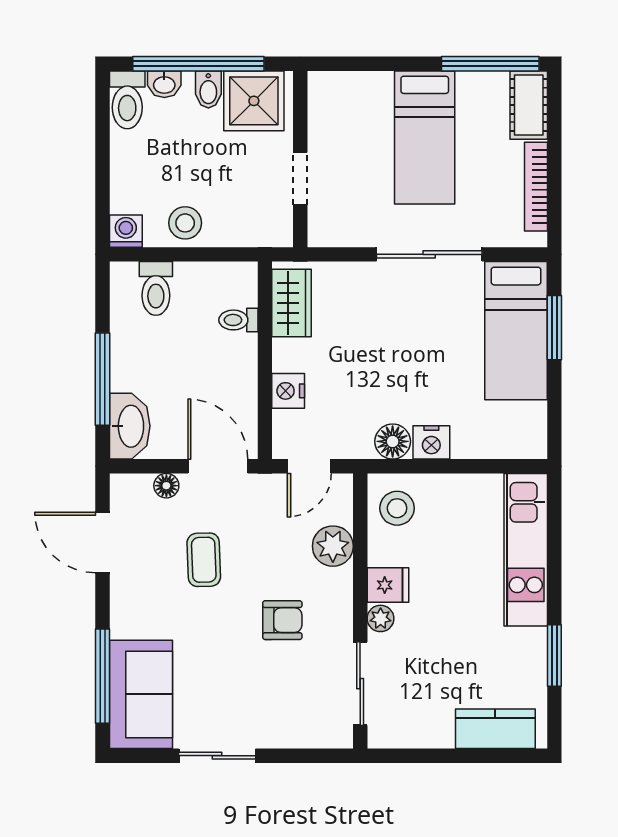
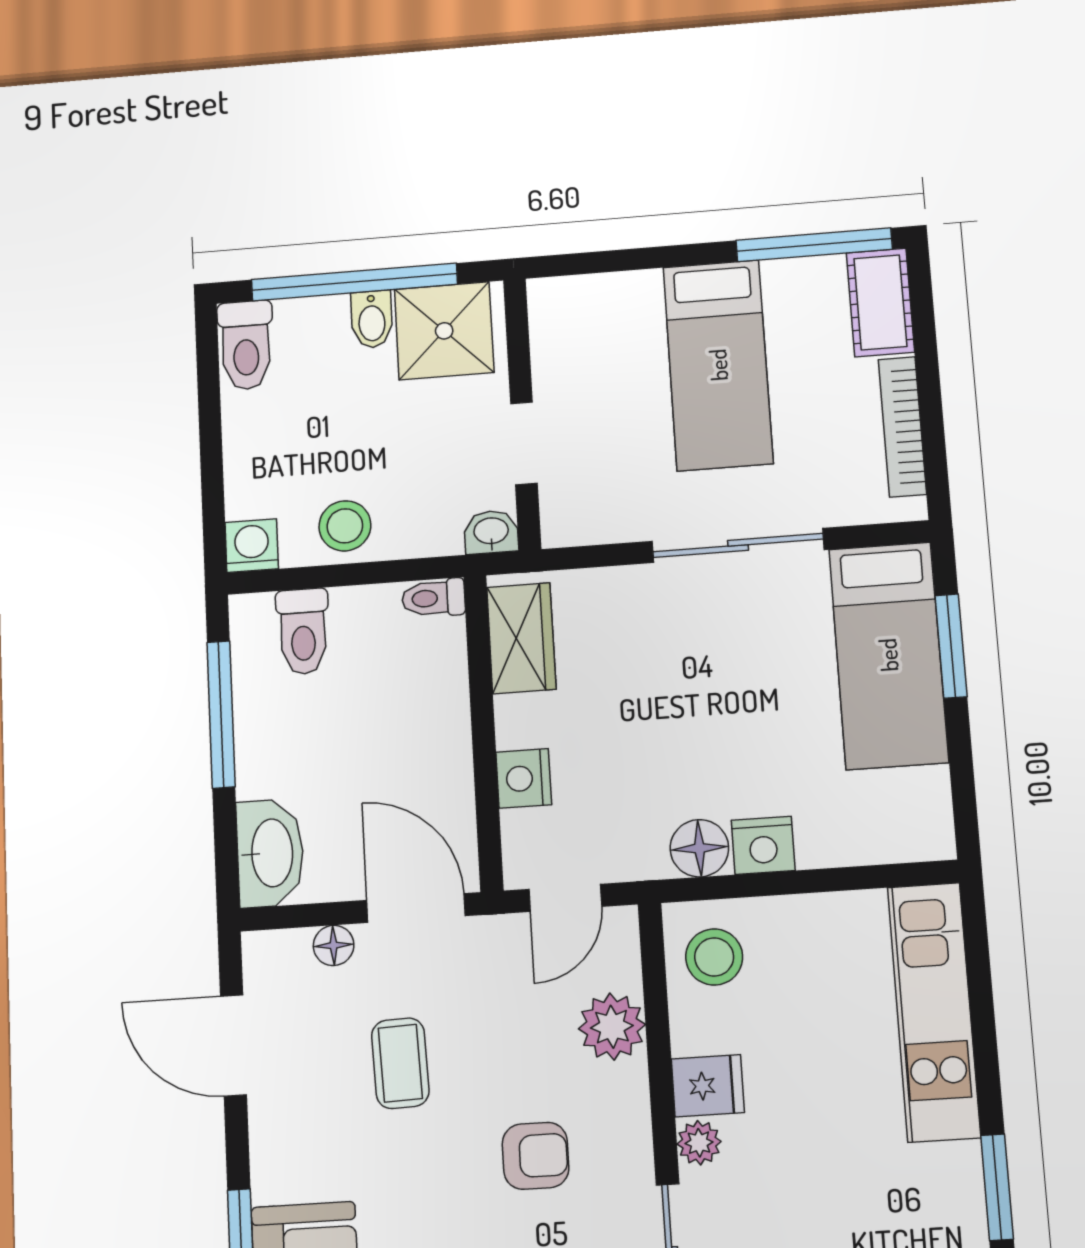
washbasin: (164, 84) -> (491, 532), moved, turned 180
toilet: (238, 320) -> (433, 598), moved
window: (103, 379) -> (221, 714), moved

